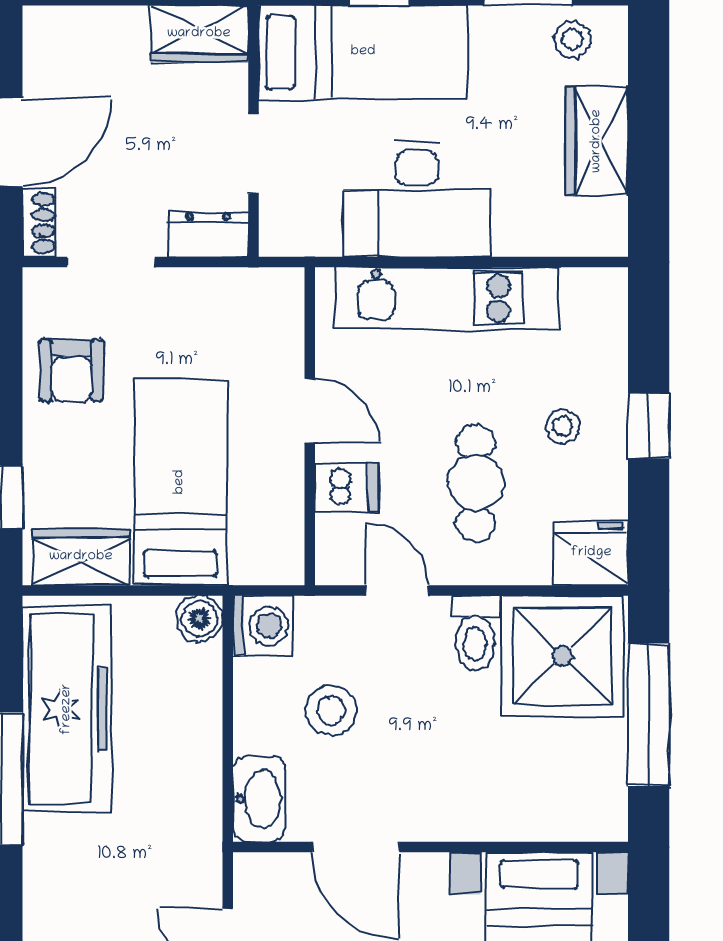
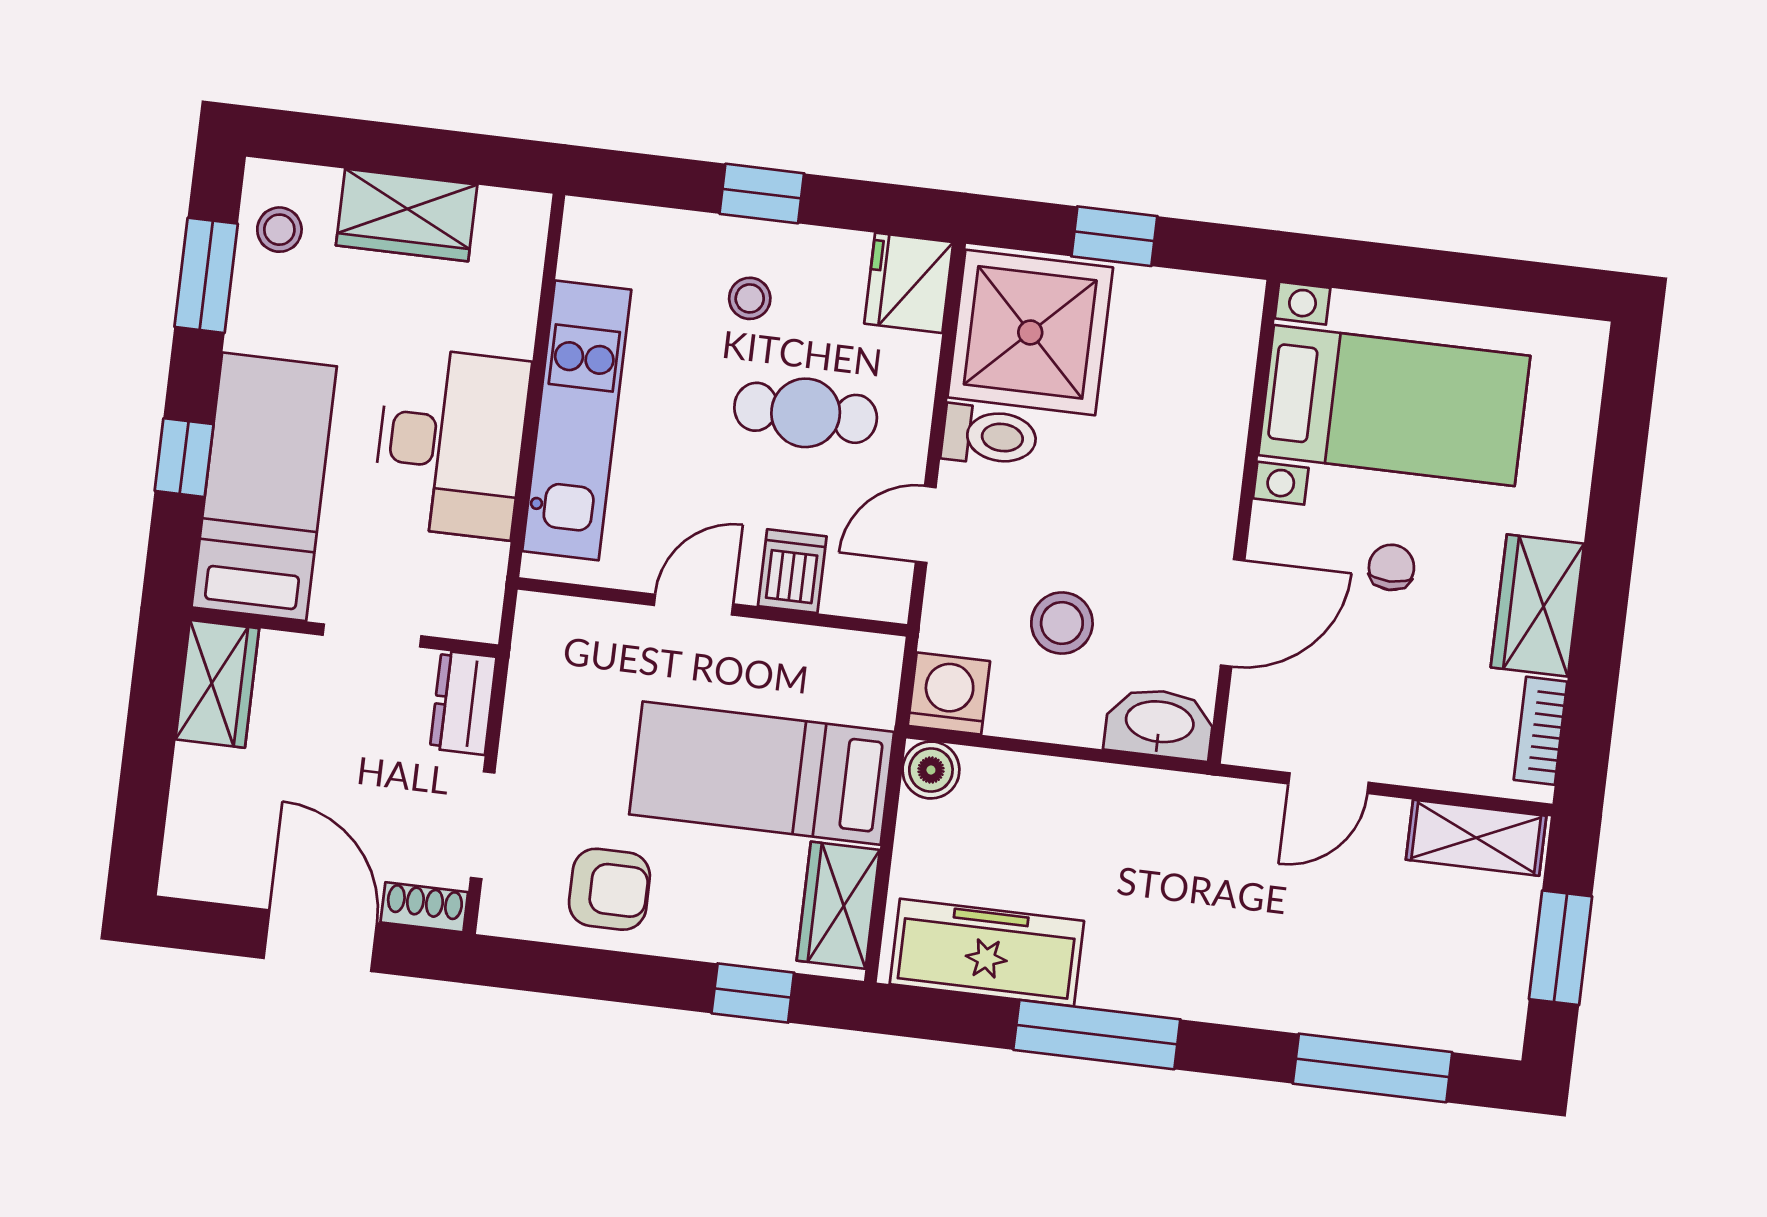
freezer: (67, 709) -> (987, 952), width x0.73, depth x0.79
window: (649, 715) -> (1114, 236), width x0.46

